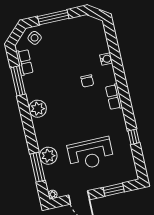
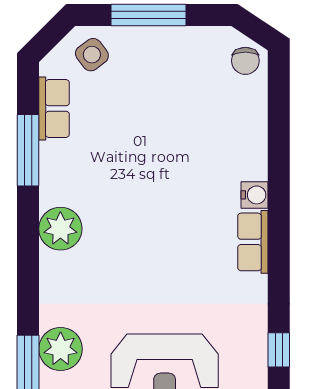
water cooler: (106, 59) -> (254, 195), moved
chair: (87, 81) -> (245, 61), moved

